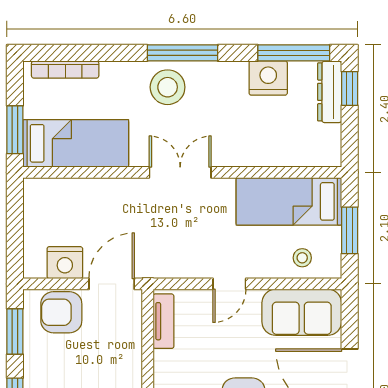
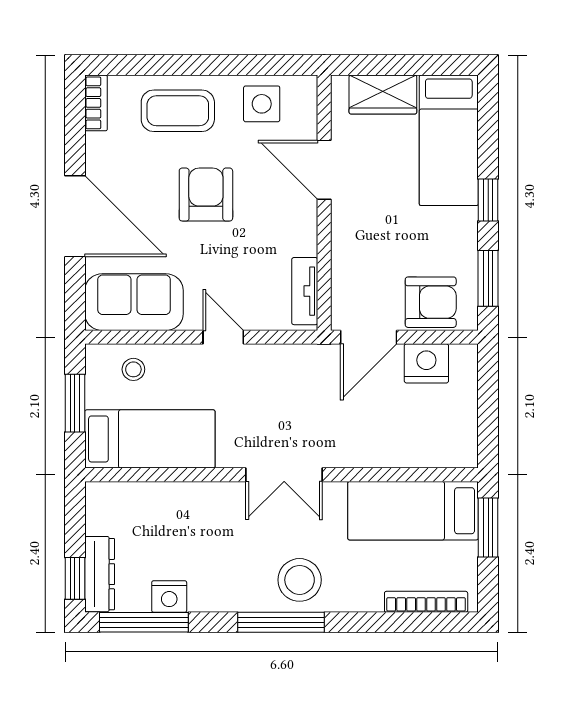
nightstand: (268, 78) -> (169, 597), width x0.74, depth x0.75
door: (229, 284) -> (223, 337), hinge flipped

